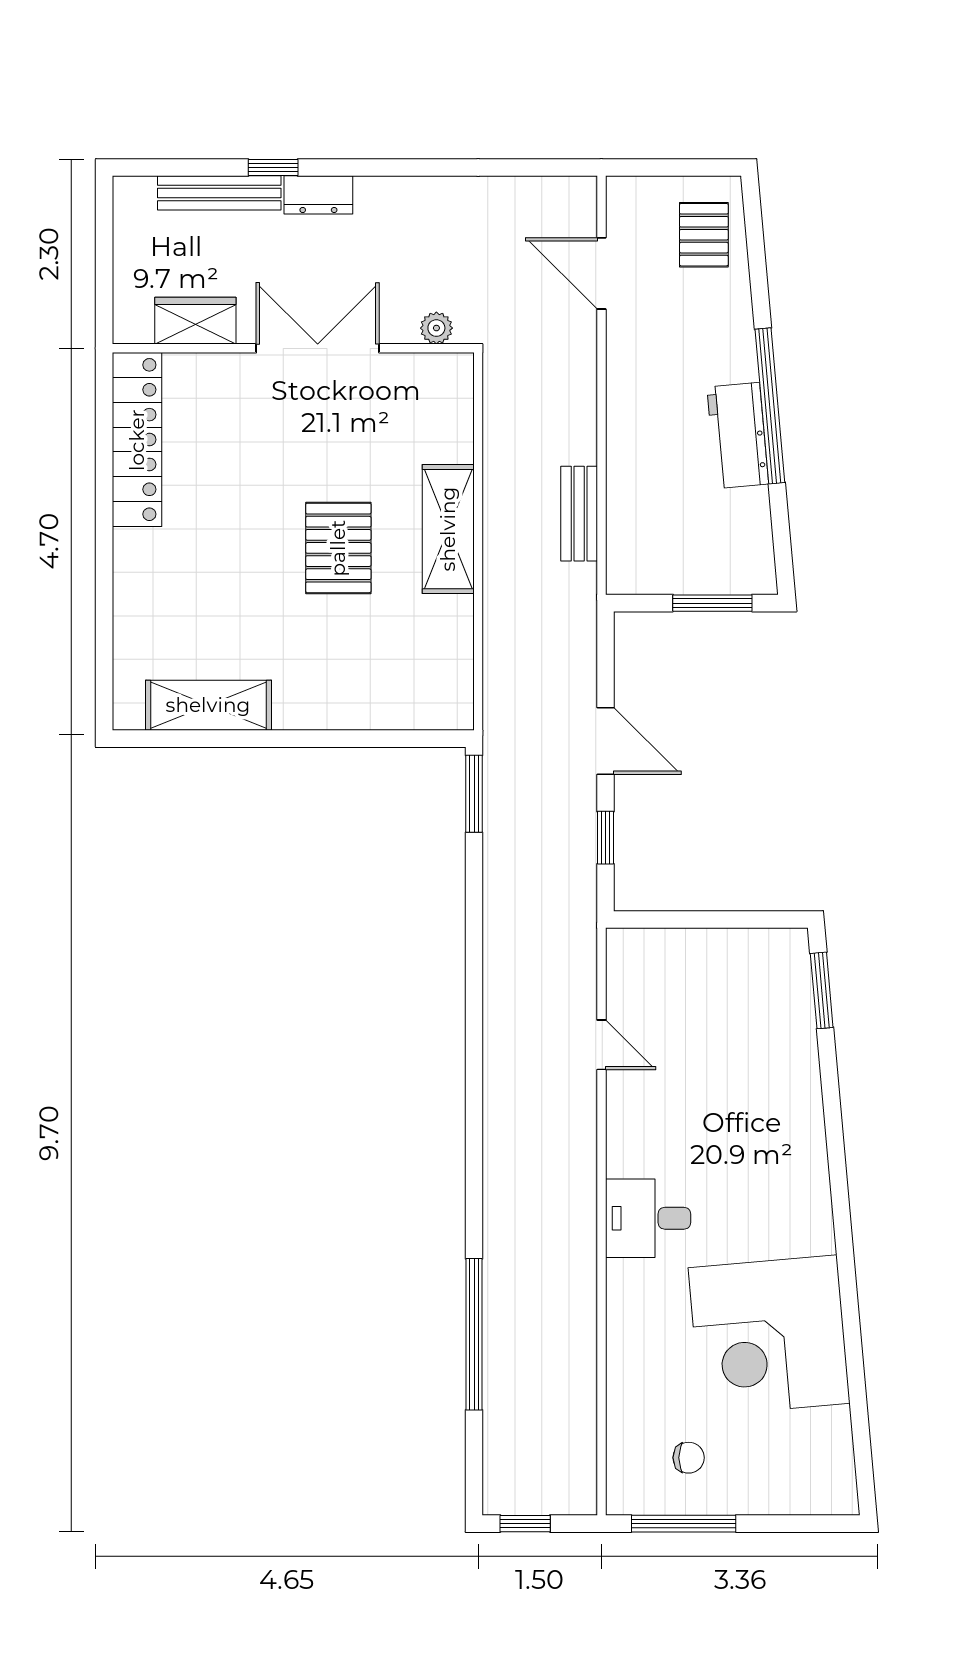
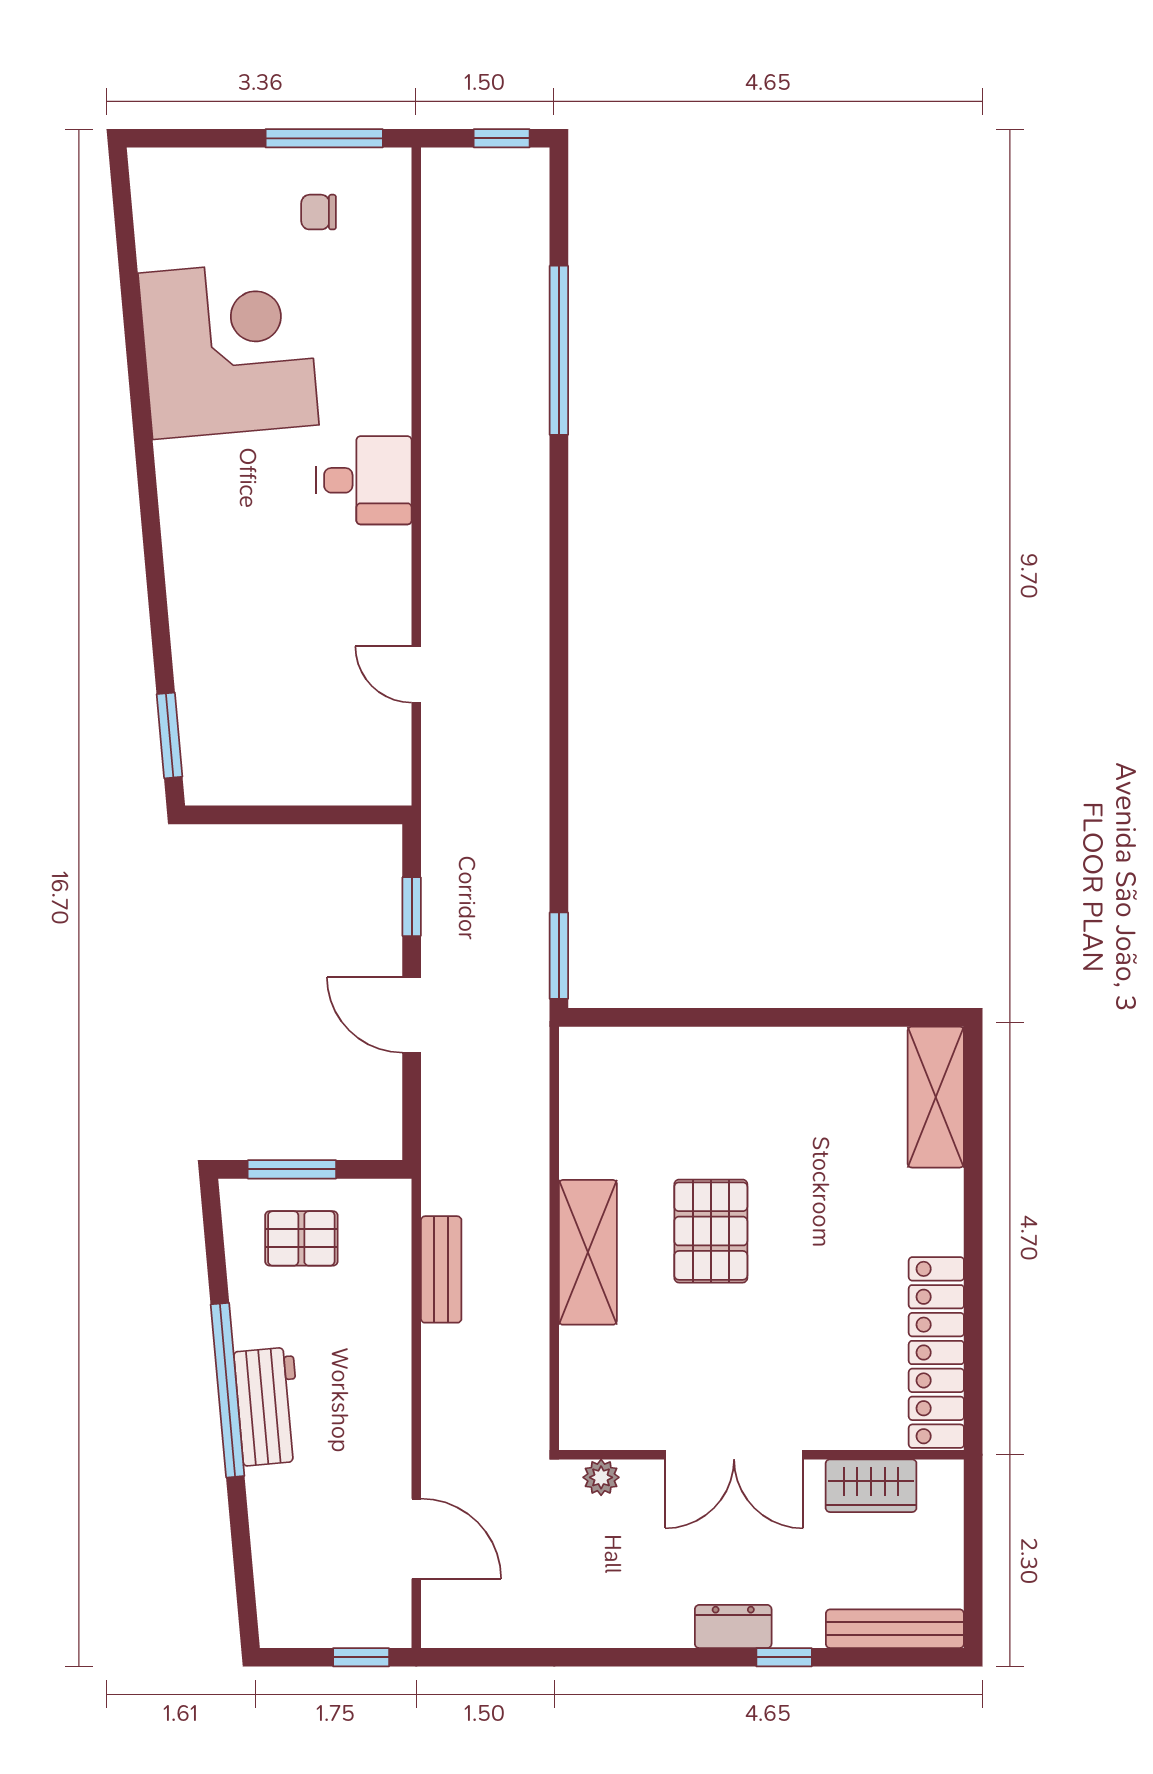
window: (651, 167) -> (361, 1657), added
bench: (219, 193) -> (895, 1629), moved
pallet: (704, 235) -> (301, 1238), moved, turned 90
workbench: (738, 436) -> (268, 1406), moved
shelving: (208, 705) -> (936, 1097), moved, turned 90

